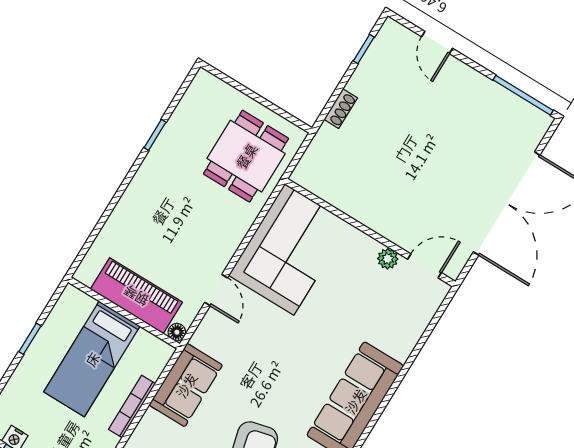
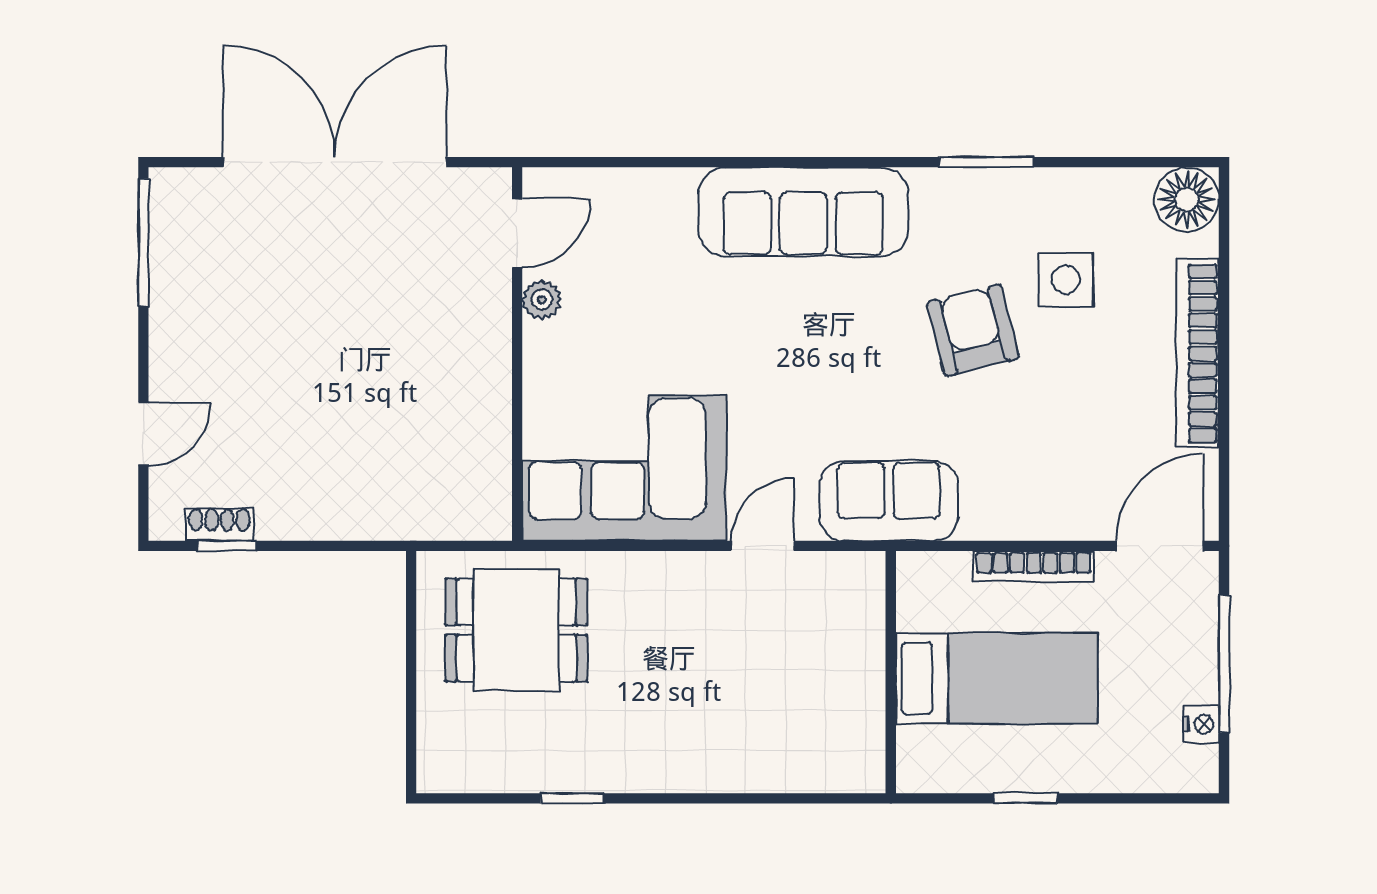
shoe rack: (341, 109) -> (219, 524), moved
door: (424, 266) -> (517, 233), swing flipped
piano: (136, 296) -> (851, 669), removed
floor lamp: (177, 332) -> (869, 567), removed
sofa: (186, 385) -> (889, 501), moved

